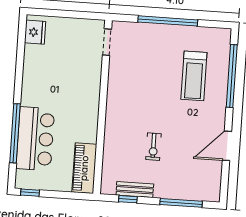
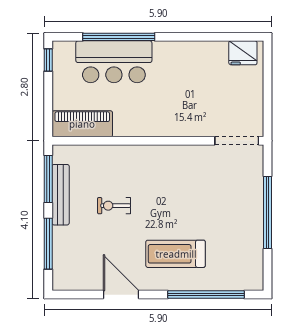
doorway: (107, 42) -> (237, 141), width x1.38
treadmill: (194, 76) -> (176, 254), moved
bench: (135, 189) -> (61, 195), width x1.36
window: (128, 199) -> (48, 179), width x2.17

